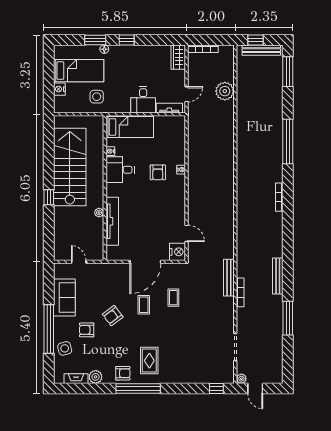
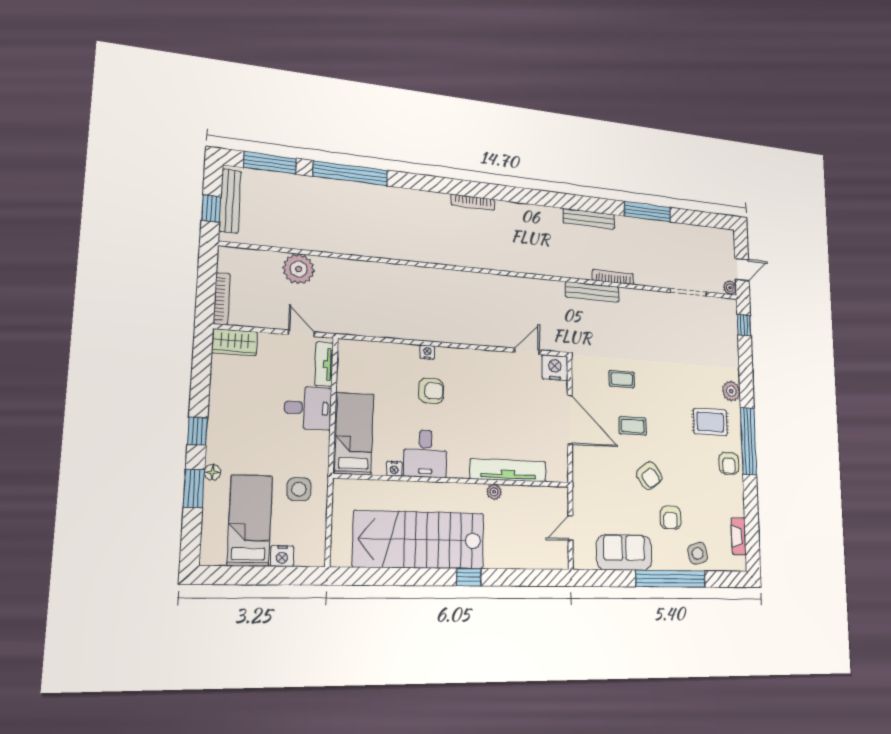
window: (288, 142) -> (350, 173), moved
armchair: (123, 373) -> (729, 463), turned 180
plant: (96, 377) -> (731, 391), moved

